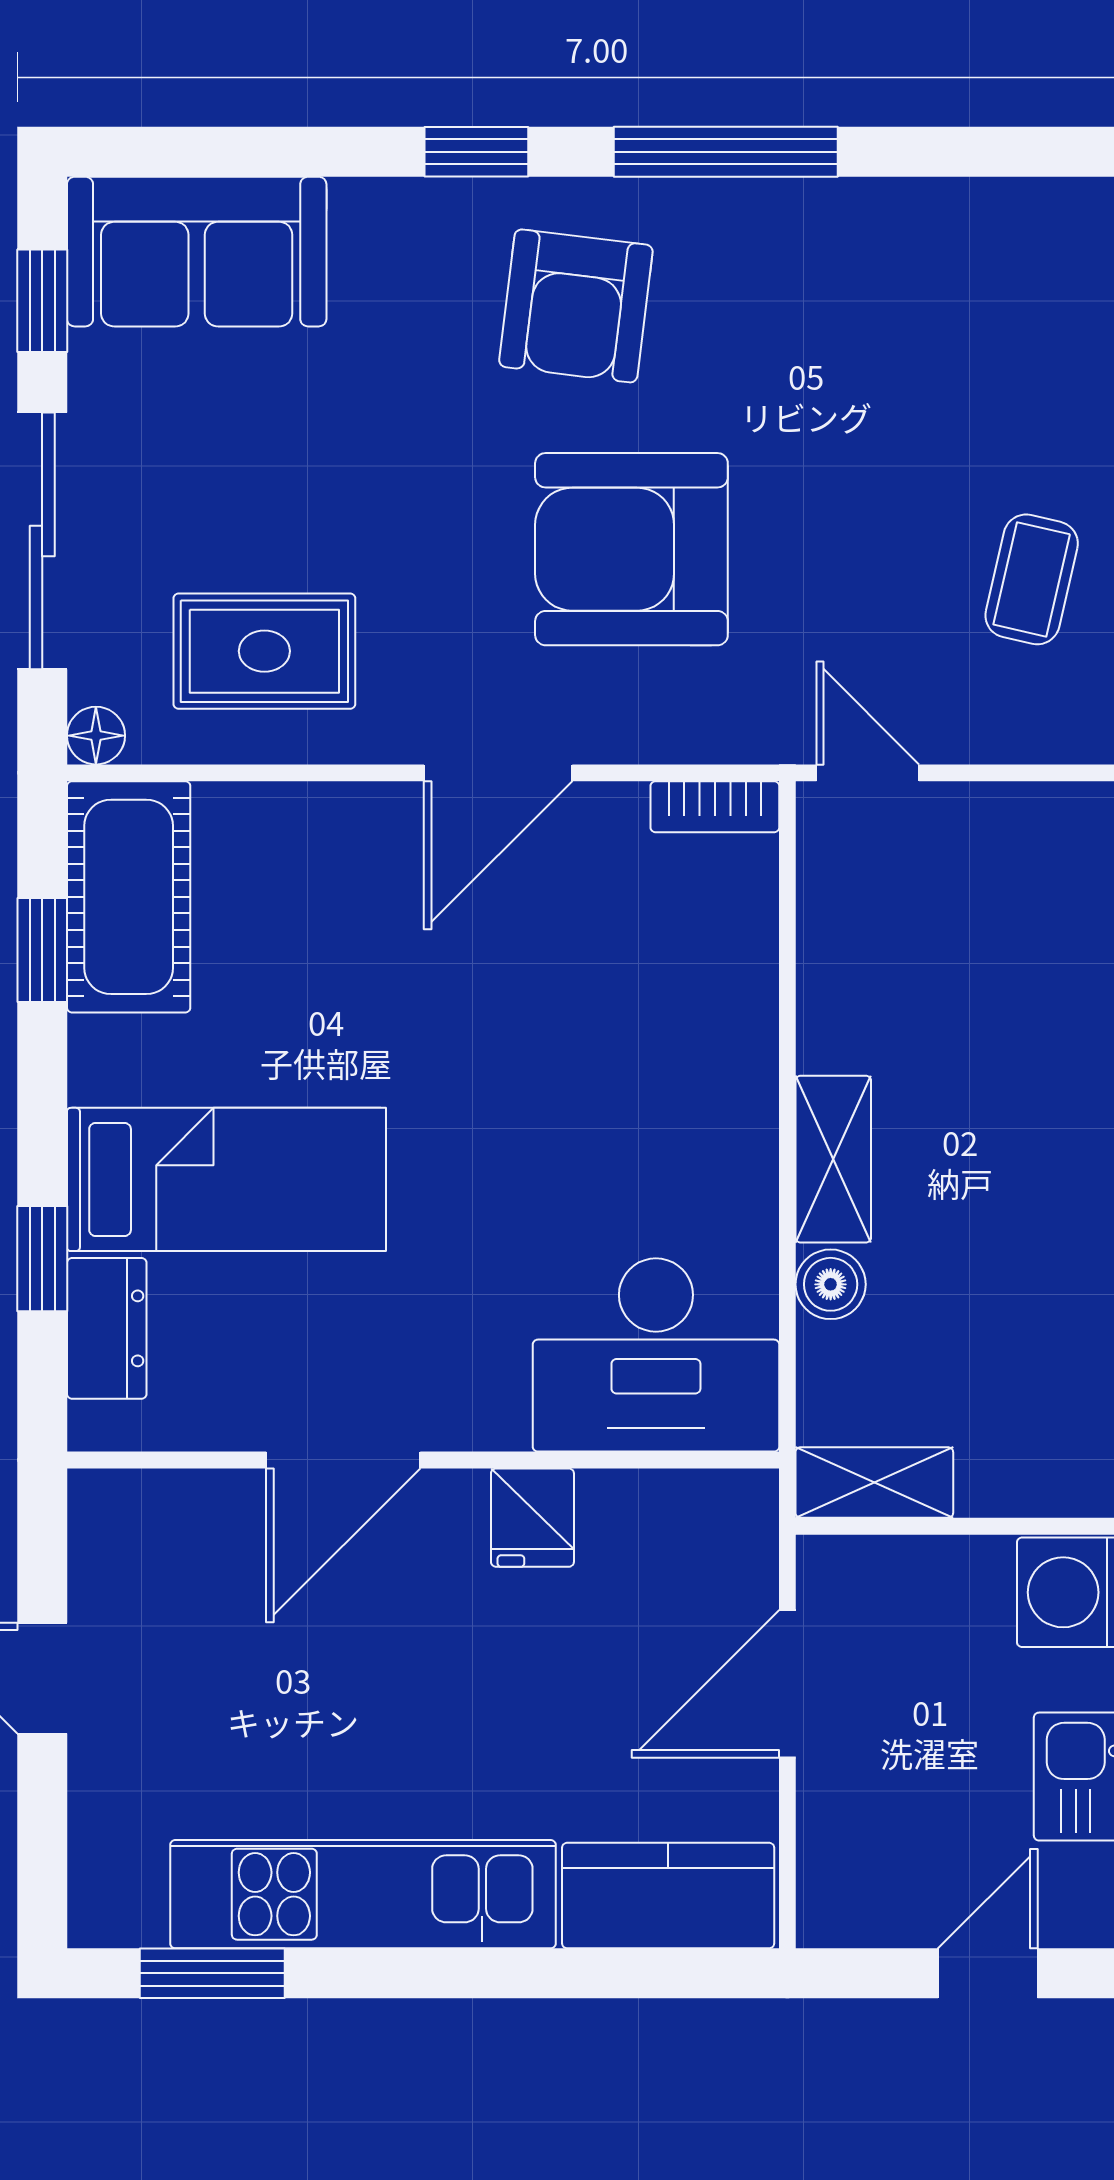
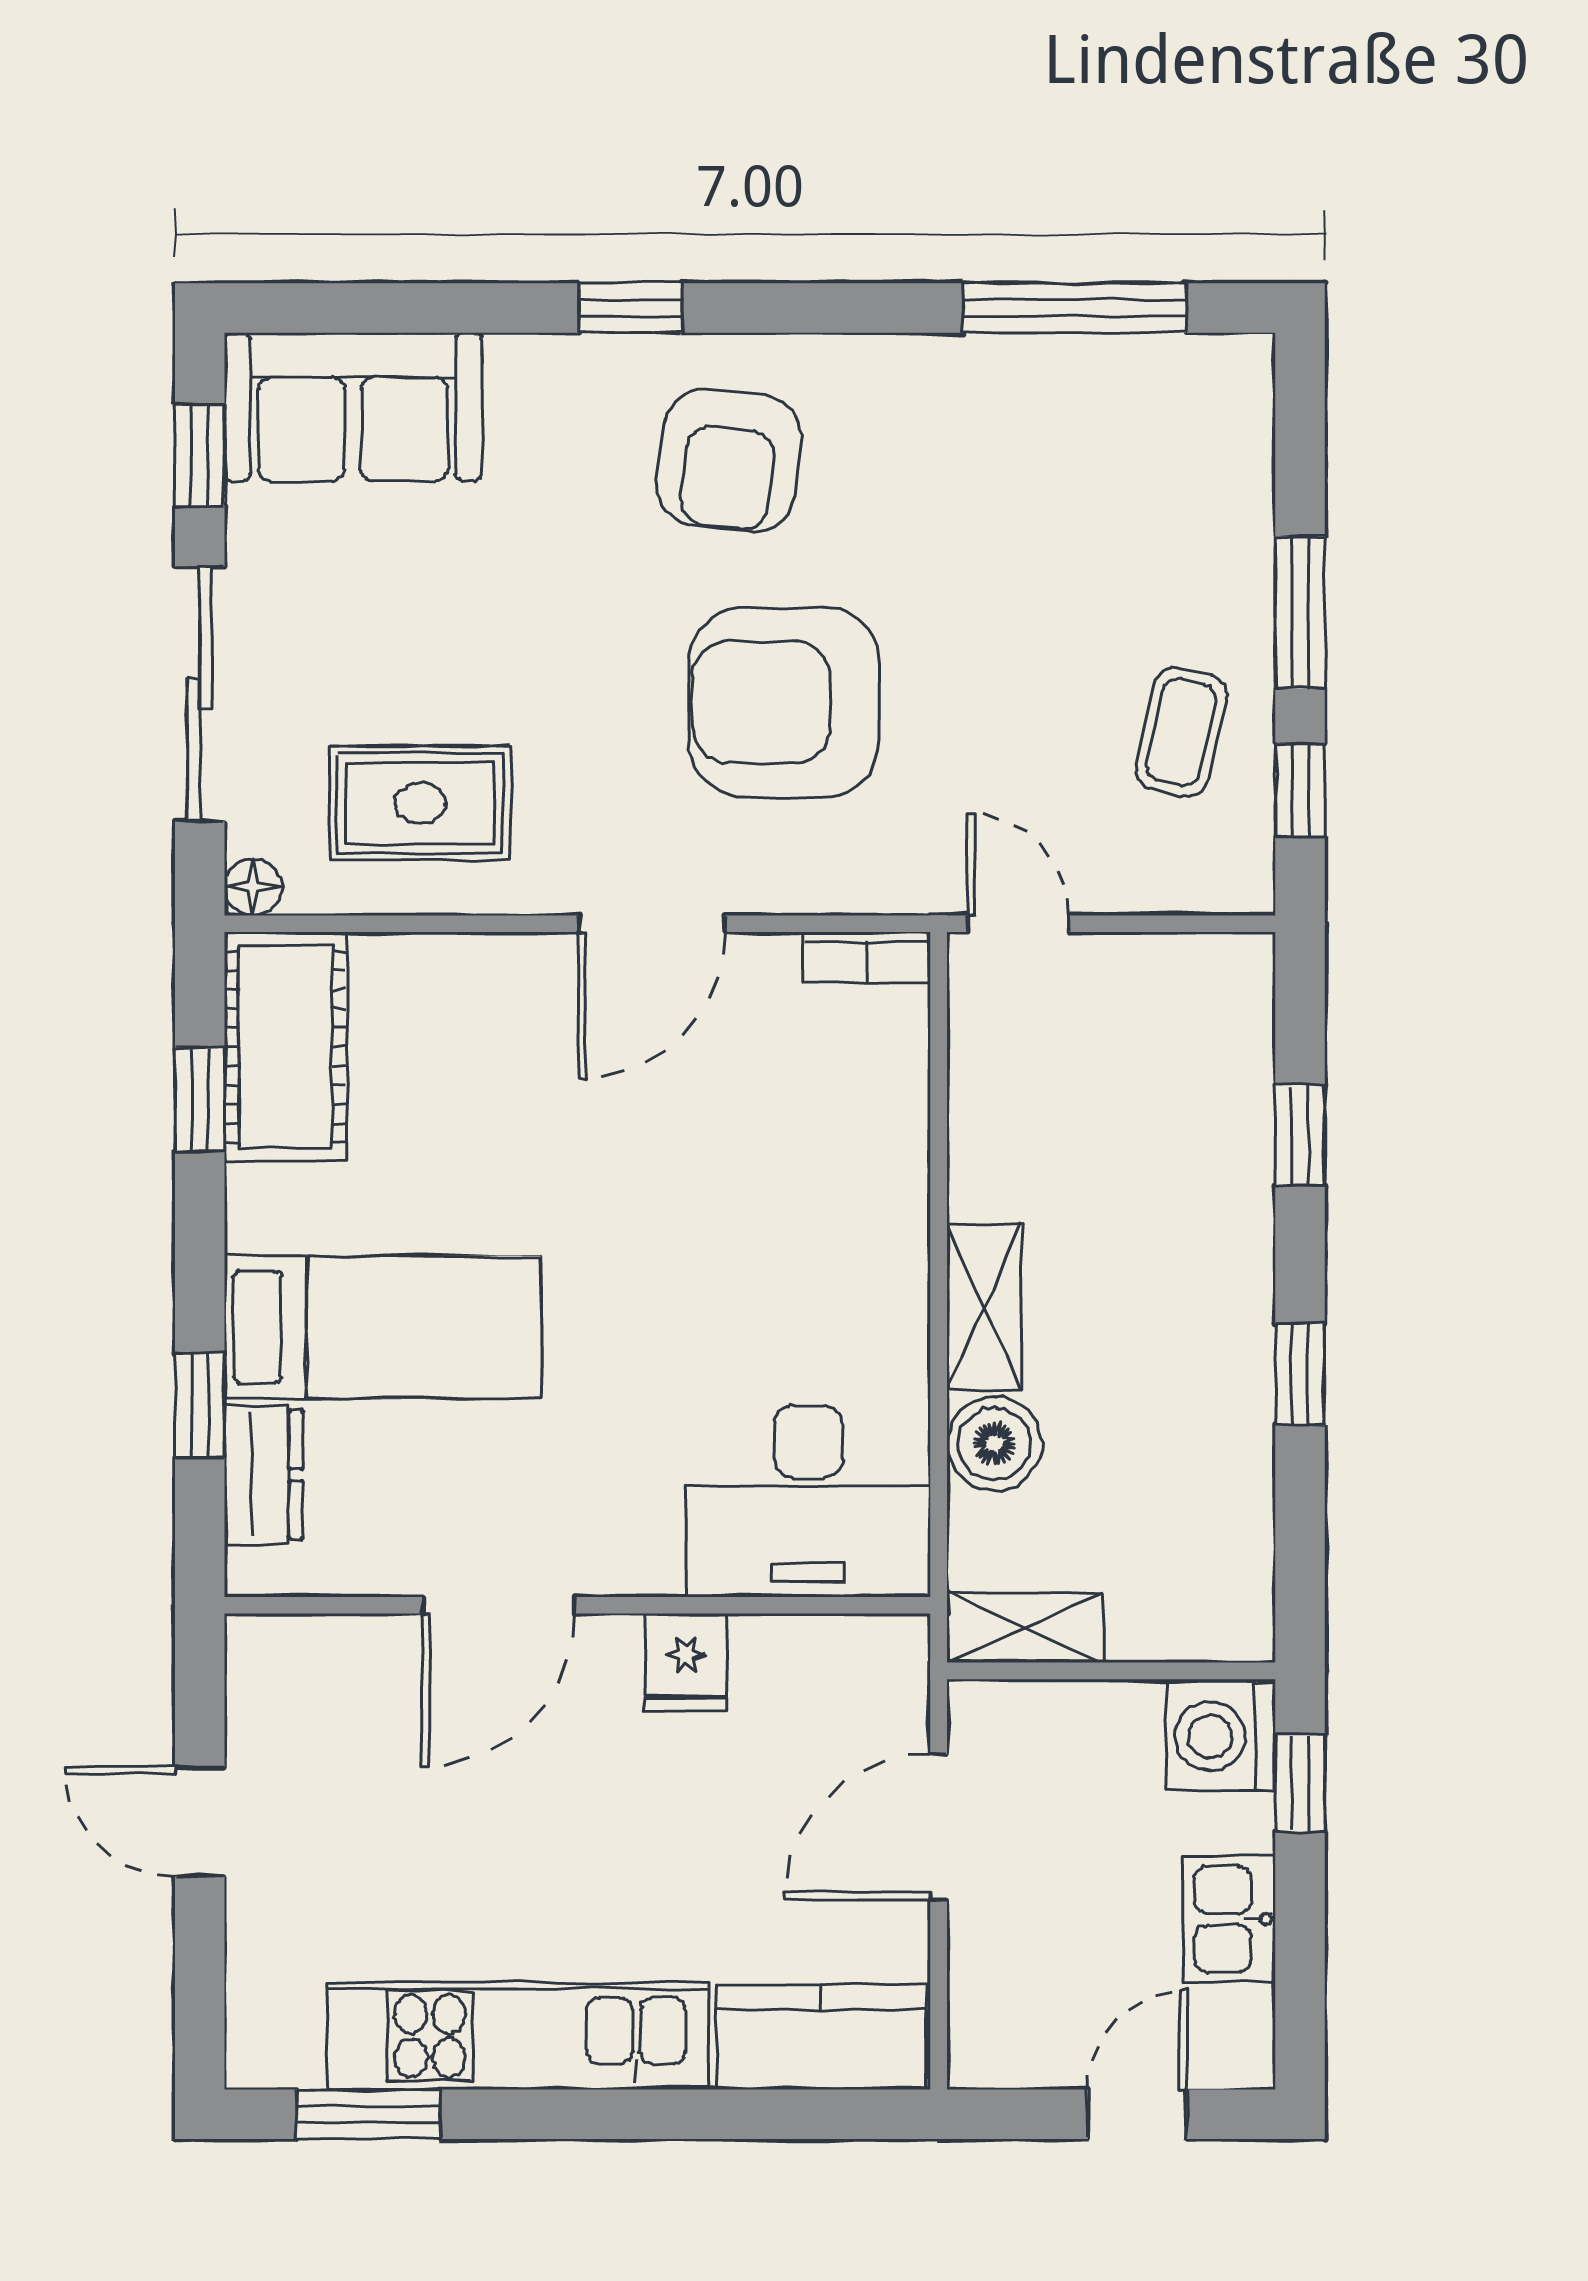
window: (726, 152) -> (1074, 308), moved
boiler: (831, 1284) -> (994, 1444), width x1.36, depth x1.36

